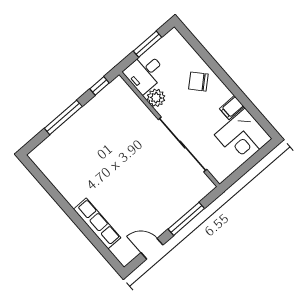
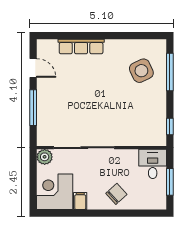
plant: (156, 98) -> (45, 157), moved
window: (63, 117) -> (170, 72), moved
side table: (73, 153) -> (141, 71), added
door: (152, 249) -> (33, 68), hinge flipped

